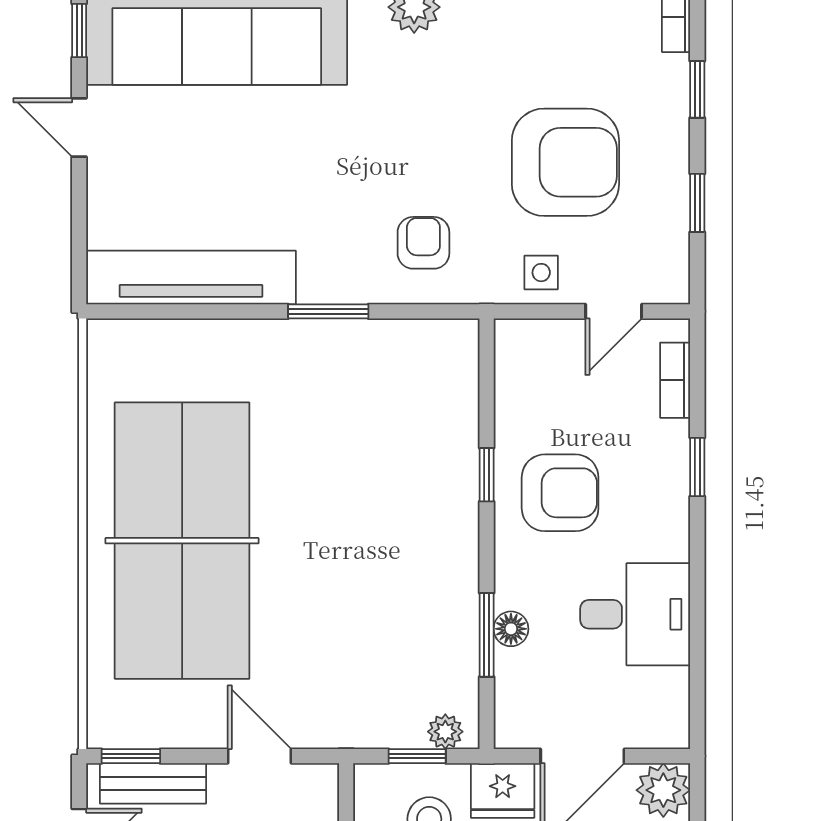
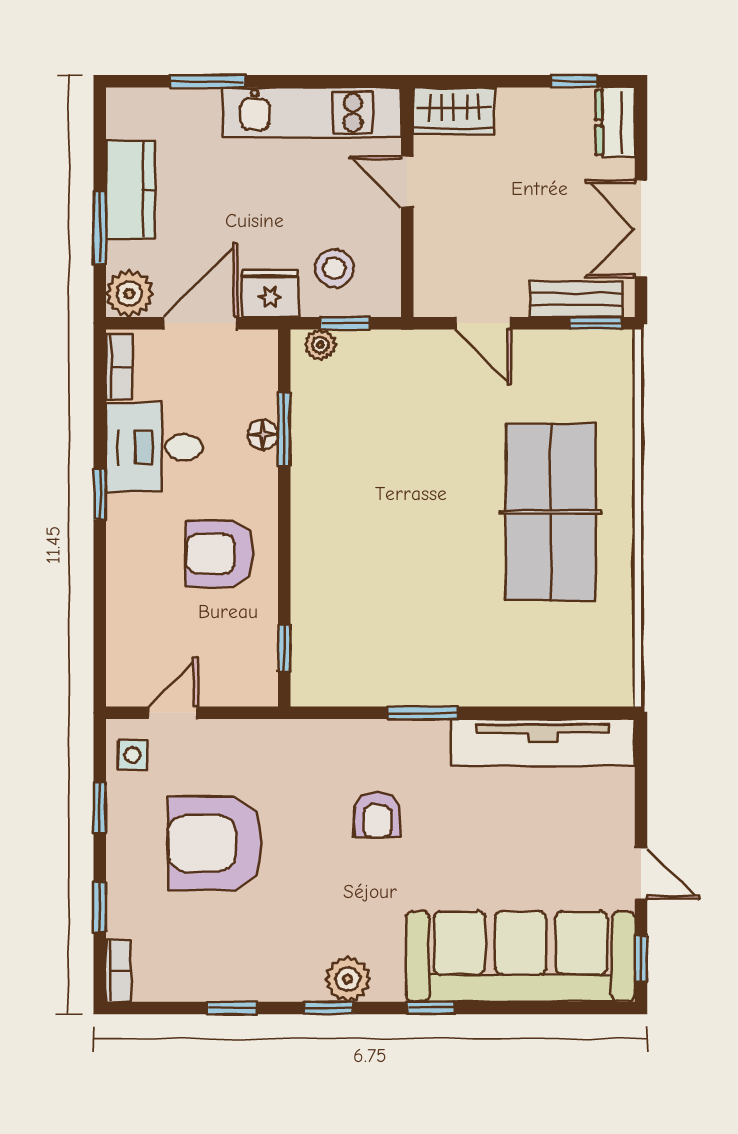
armchair: (423, 243) -> (377, 815), moved
side table: (541, 273) -> (132, 755), moved
bookcase: (675, 380) -> (119, 367), moved
window: (697, 467) -> (100, 494), moved
window: (487, 475) -> (284, 648), moved
table tennis table: (182, 541) -> (551, 512), width x0.73, depth x0.76

